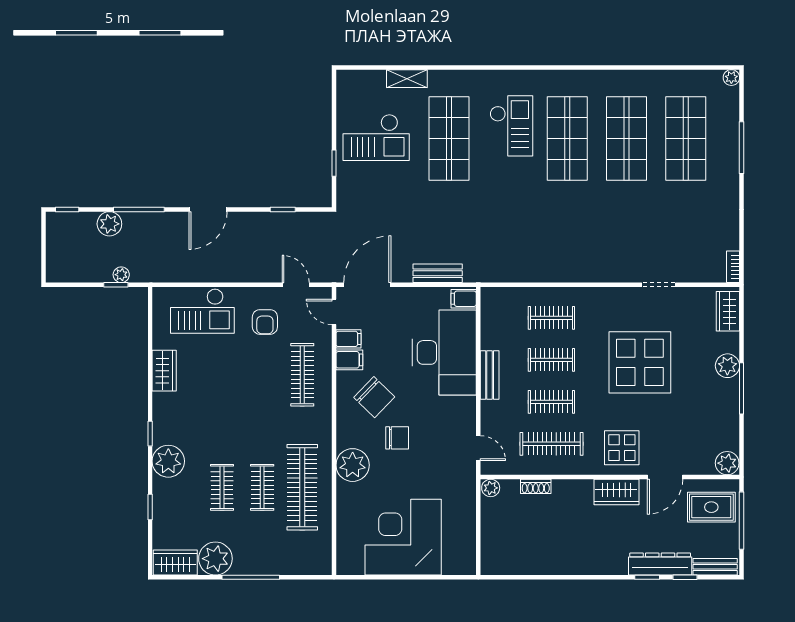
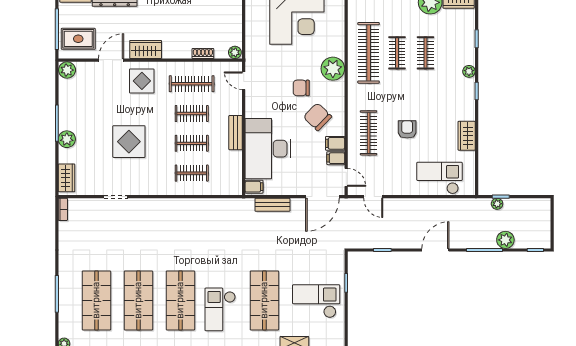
armchair: (265, 322) -> (407, 129), moved
display table: (640, 362) -> (129, 142), width x0.73, depth x0.73
plant: (168, 461) -> (469, 71), width x0.53, depth x0.53

